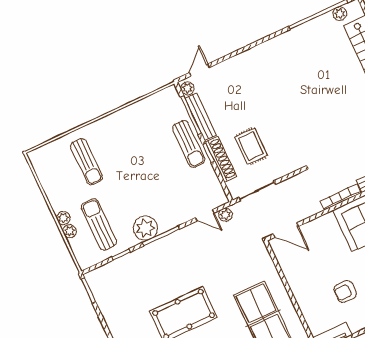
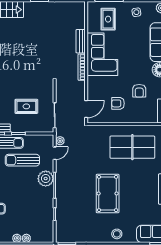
shoe rack: (221, 159) -> (26, 128), removed
sun lounger: (99, 224) -> (22, 160), moved
plant: (145, 228) -> (46, 179), moved
armchair: (314, 270) -> (118, 103), added

